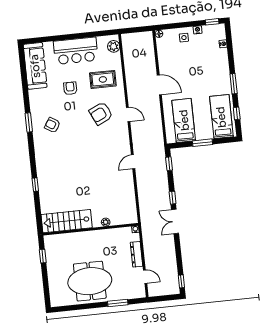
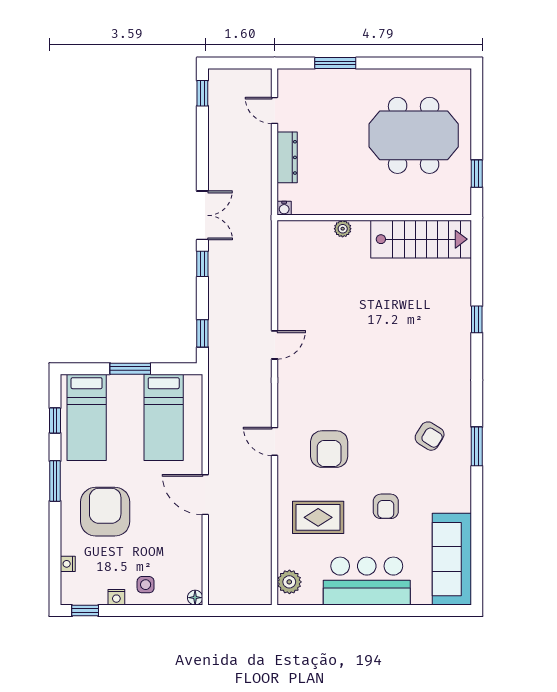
armchair: (207, 71) -> (105, 512), added
armchair: (101, 113) -> (329, 449), turned 115
meeting table: (90, 281) -> (414, 135), moved

